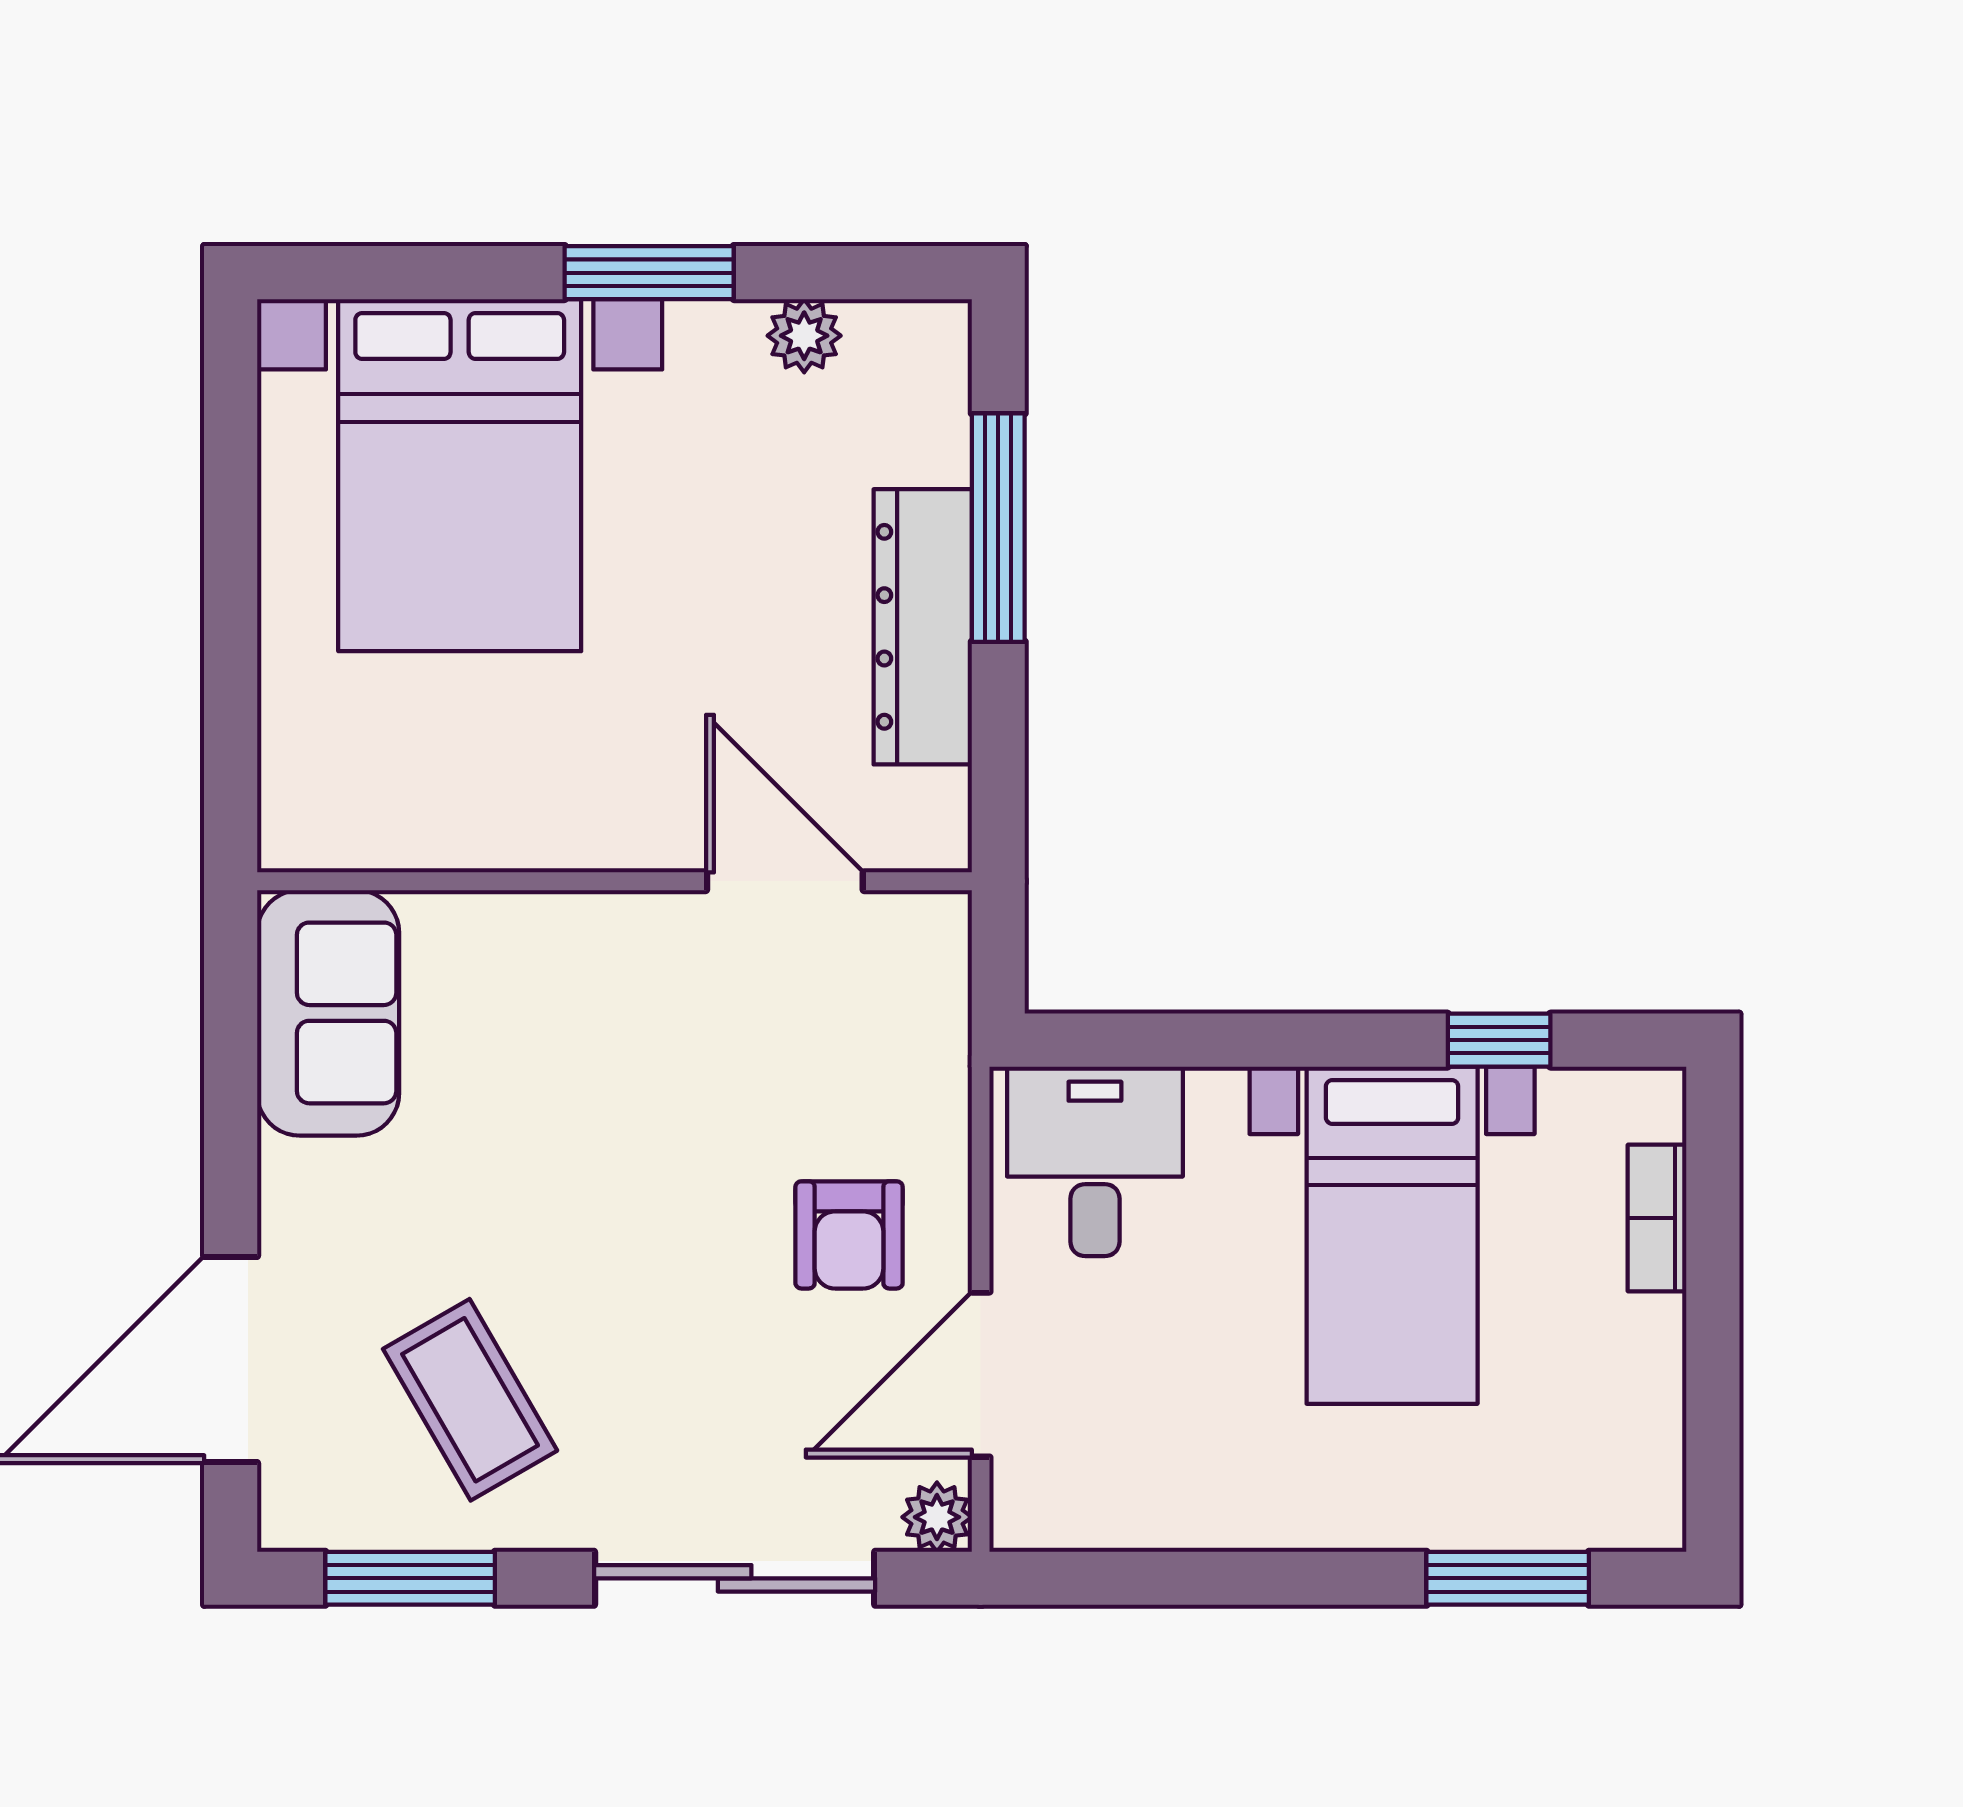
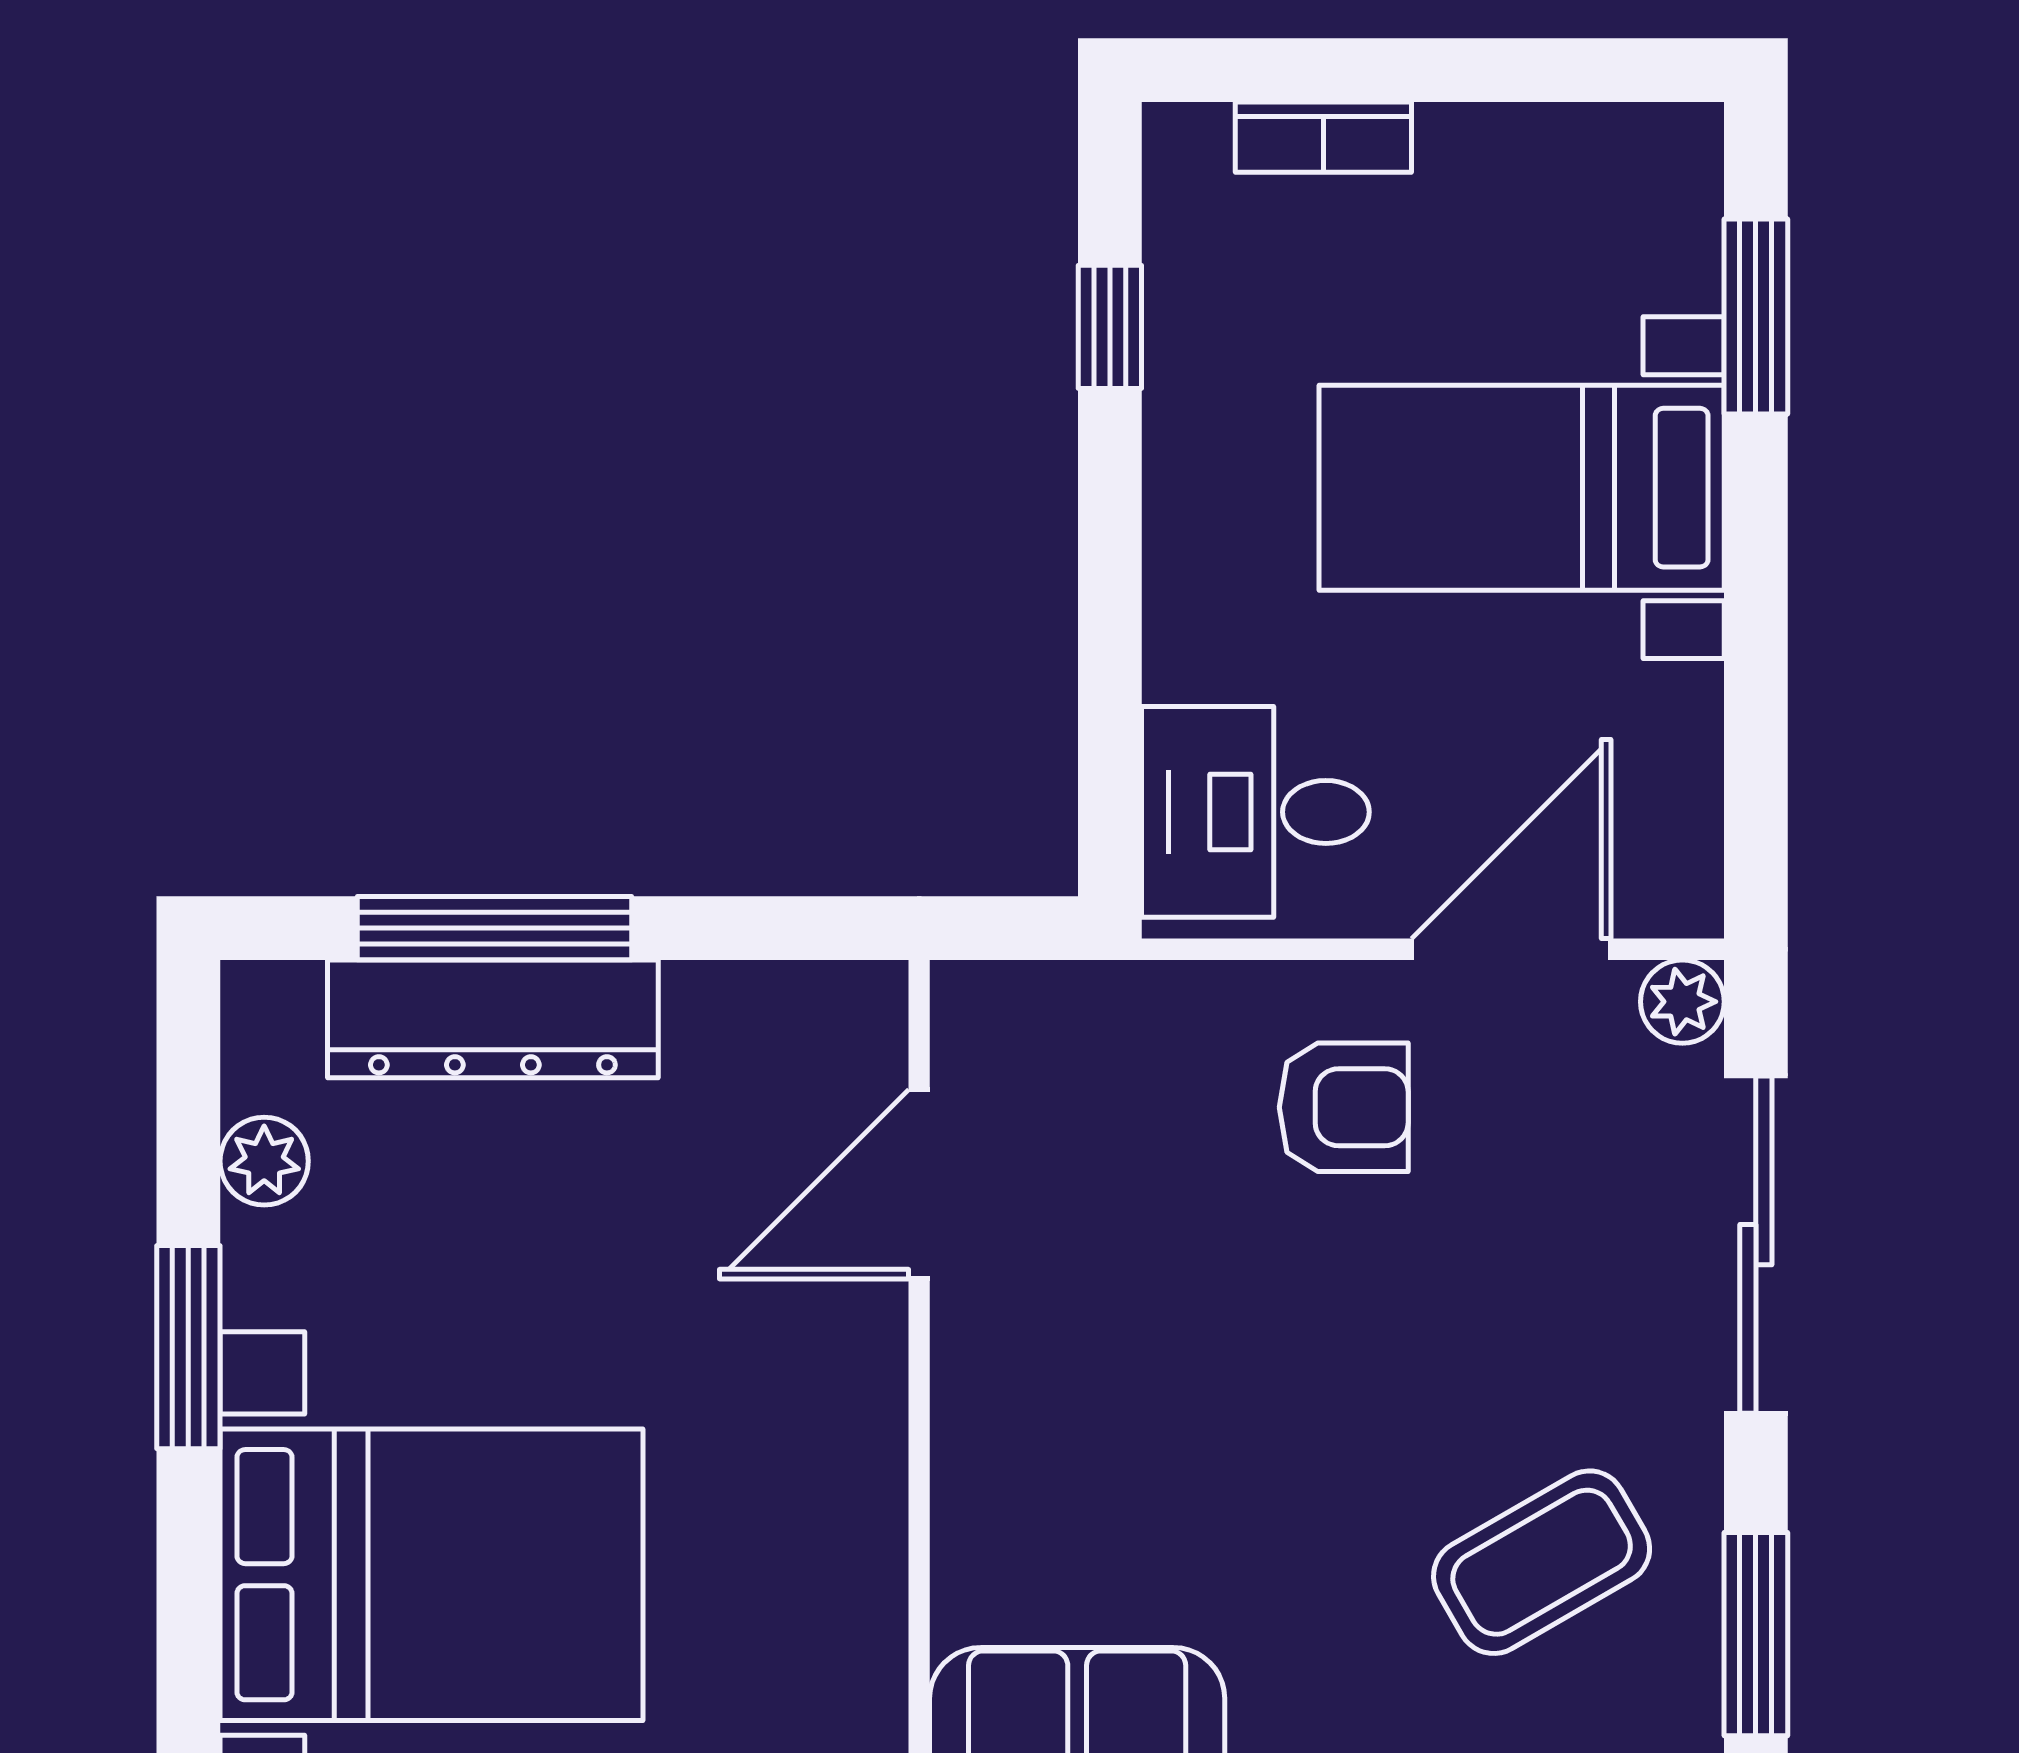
dresser: (923, 627) -> (493, 1019), moved
bed with nightstands: (1392, 1235) -> (1522, 488), moved, turned 180
door: (981, 1375) -> (1511, 949), swing flipped

